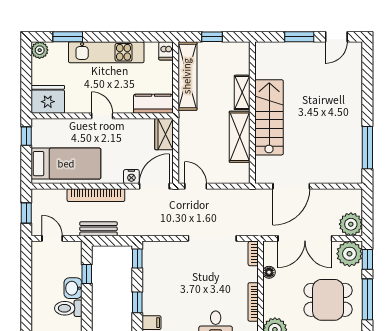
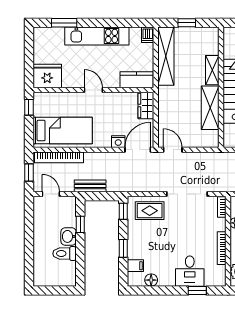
plant: (40, 50) -> (40, 34), removed
bookcase: (96, 195) -> (59, 157), moved
rug: (168, 258) -> (150, 211), added

